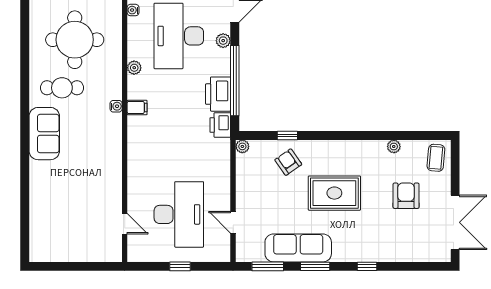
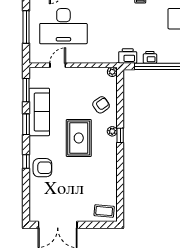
printer: (218, 94) -> (150, 57), width x0.53, depth x0.68
window: (287, 135) -> (120, 135), moved
plant: (394, 146) -> (112, 131), moved
armchair: (406, 196) -> (42, 168), moved
window: (180, 266) -> (26, 27), width x2.17

